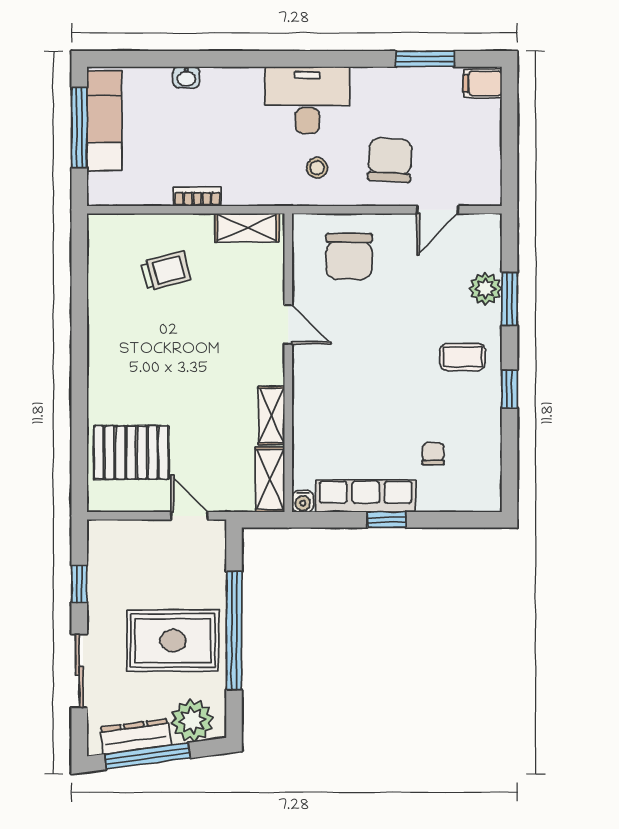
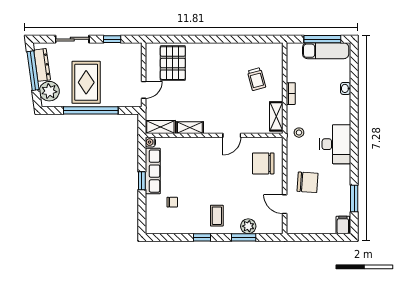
stool: (317, 168) -> (299, 133), moved

